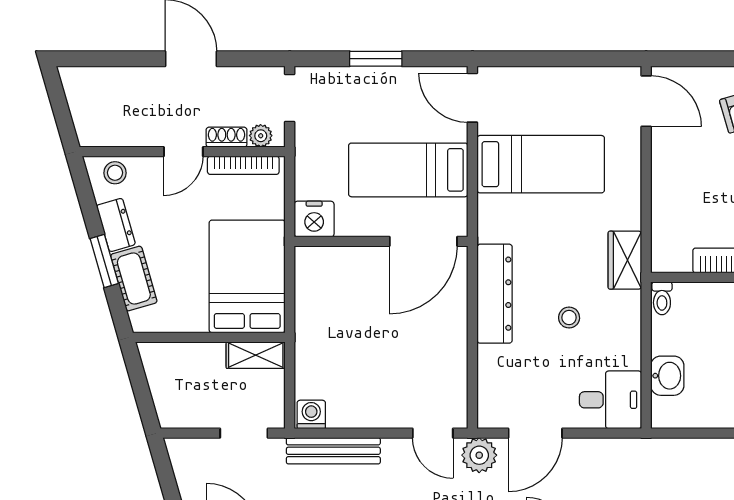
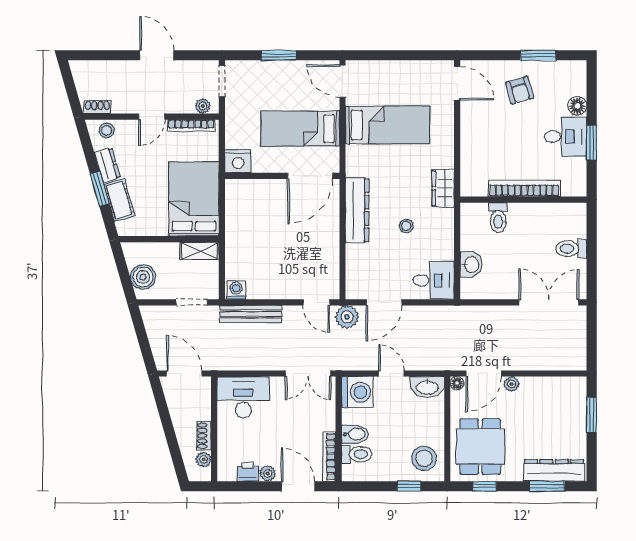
shoe rack: (226, 137) -> (97, 107), moved
toilet: (662, 298) -> (498, 218), moved, width x1.37, depth x1.39
boiler: (170, 395) -> (143, 277), added

